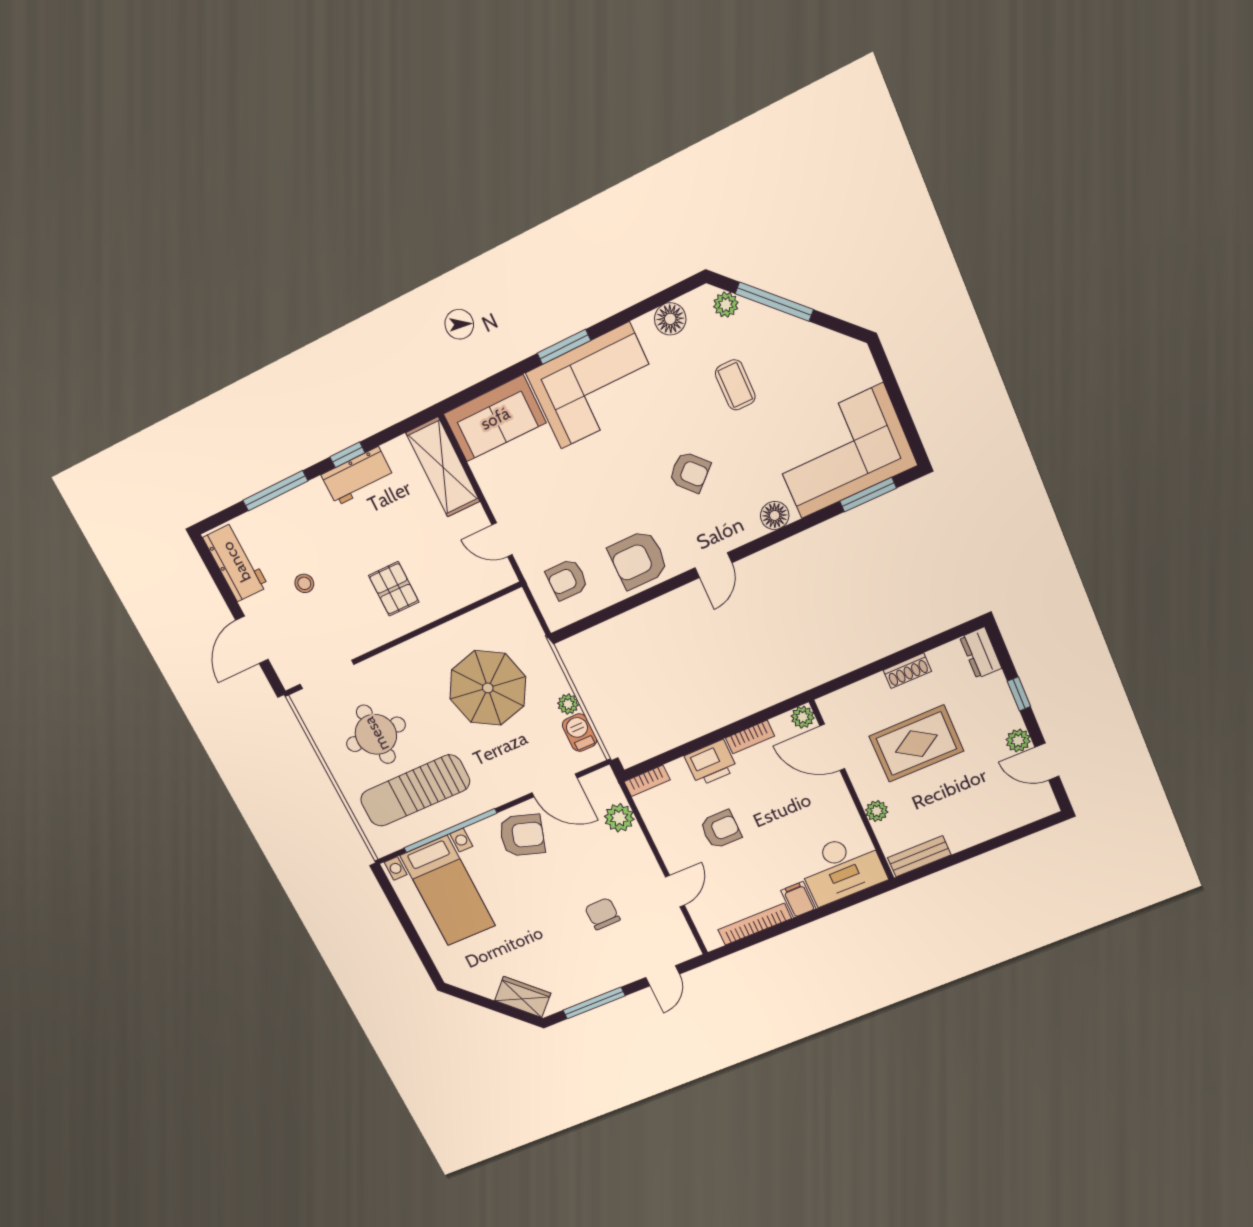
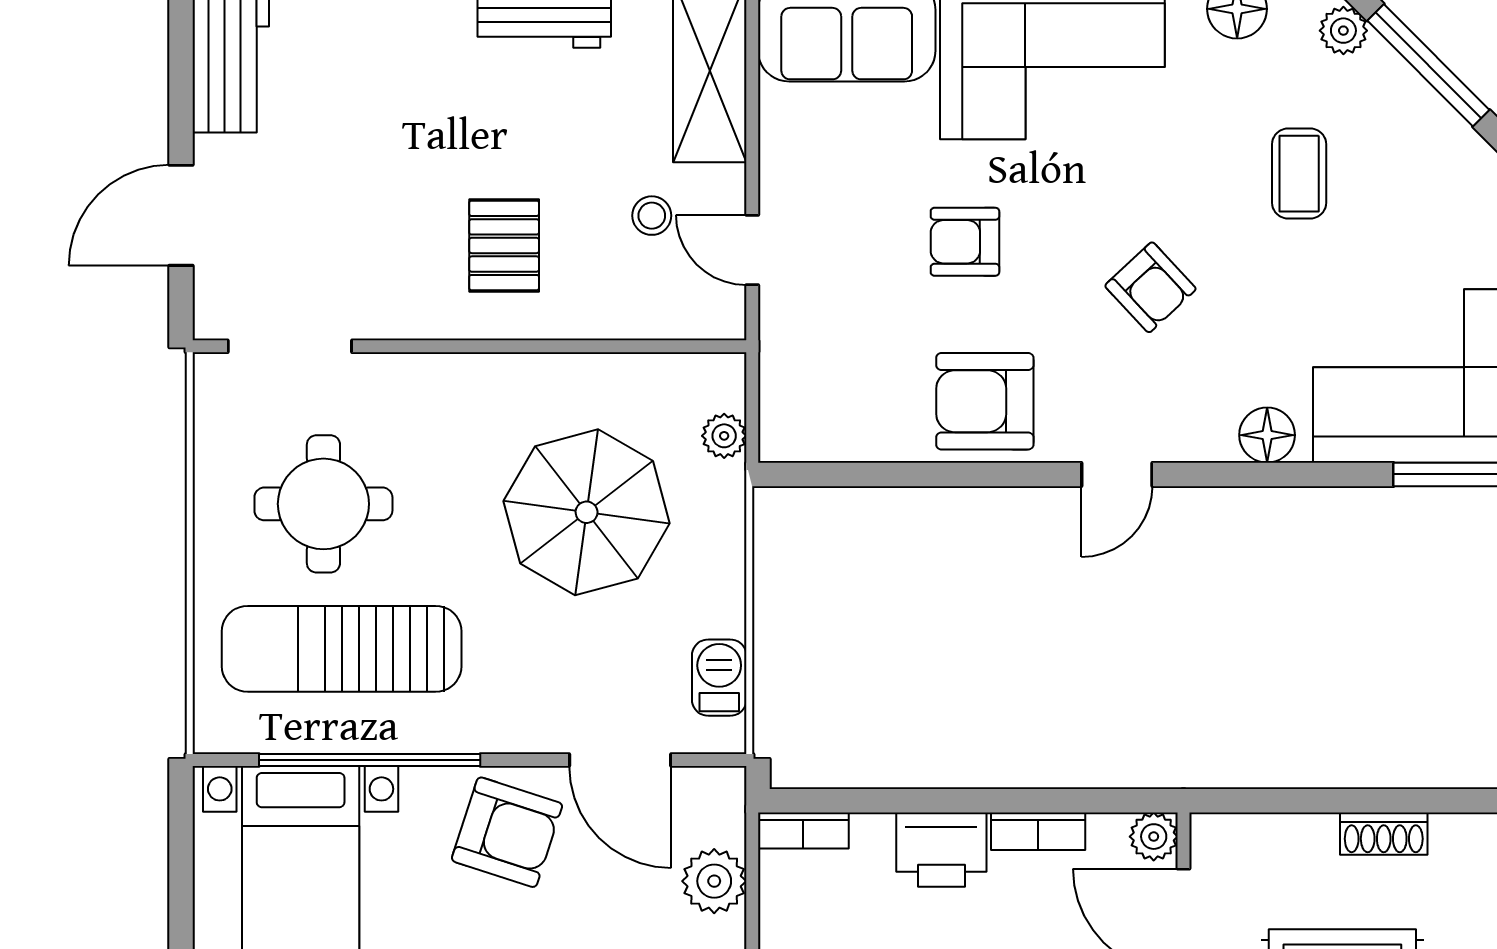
armchair: (567, 580) -> (965, 242), moved
stool: (304, 583) -> (652, 216), moved
plant: (568, 704) -> (724, 436), moved

